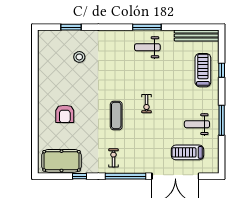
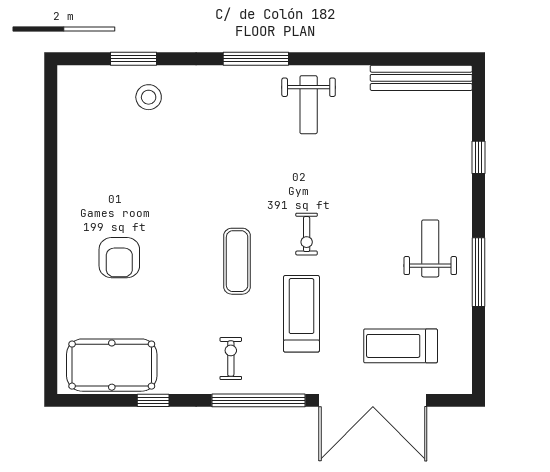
window: (147, 27) -> (256, 59), moved
weight bench: (147, 47) -> (309, 105), turned -90
stool: (79, 57) -> (149, 97), moved
treadmill: (203, 70) -> (301, 314), moved
weight bench: (197, 124) -> (430, 248), moved, turned 90

